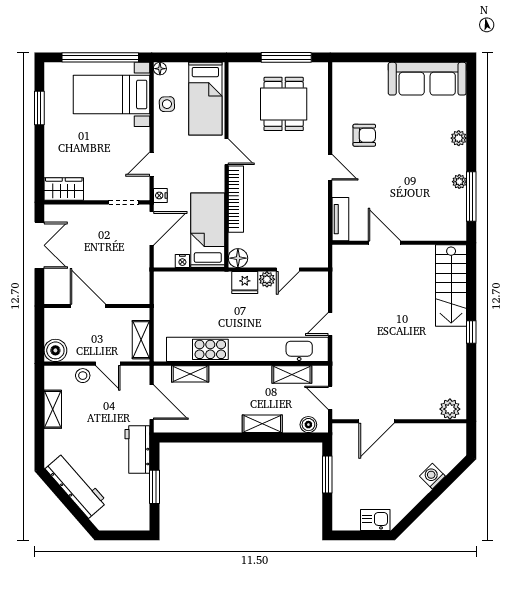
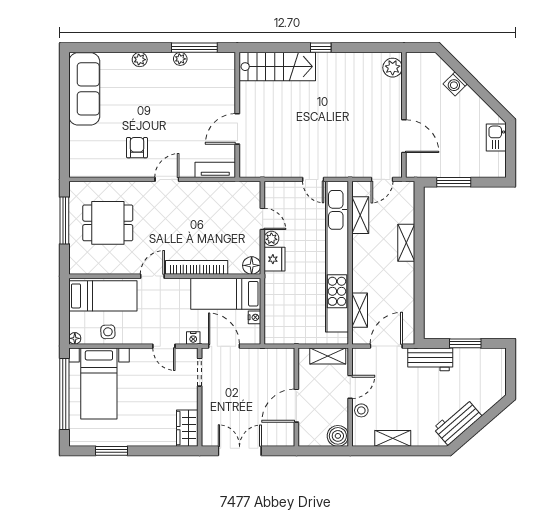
boiler: (308, 425) -> (407, 200), removed
workbench: (76, 485) -> (457, 422), width x0.73

